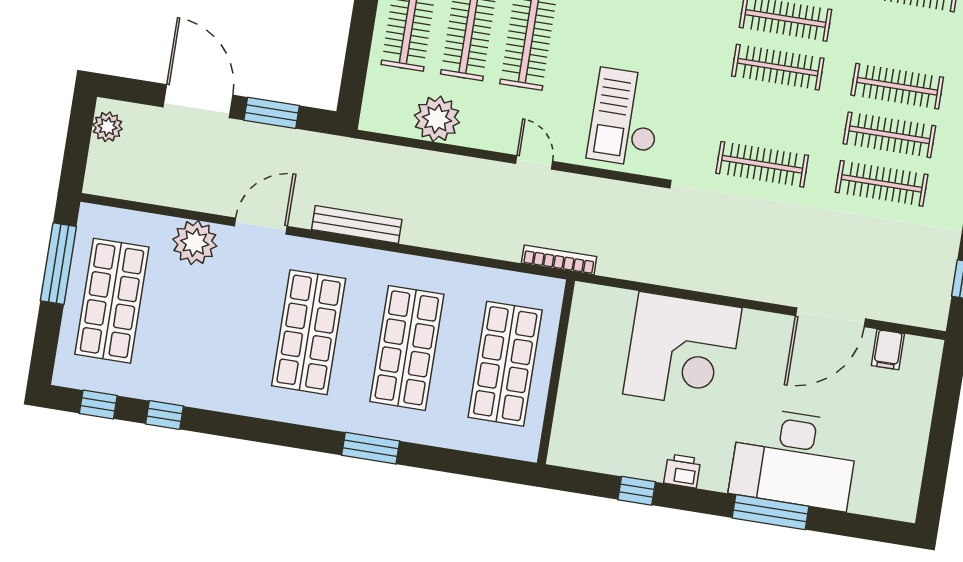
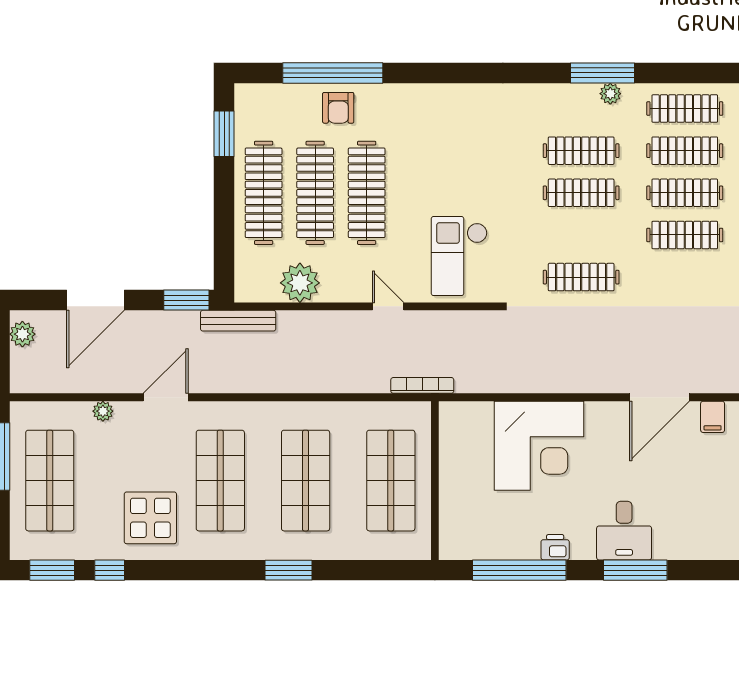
door: (198, 101) -> (96, 300), swing flipped
window: (272, 113) -> (186, 300), moved
clothes rail: (882, 183) -> (685, 151), moved
bench: (357, 224) -> (238, 321), moved
plant: (195, 243) -> (103, 411), width x0.53, depth x0.53
display table: (221, 362) -> (150, 518), added
window: (98, 404) -> (52, 570), width x1.50
desk: (794, 459) -> (624, 531), width x0.53, depth x0.77
window: (637, 491) -> (519, 570), width x3.17

